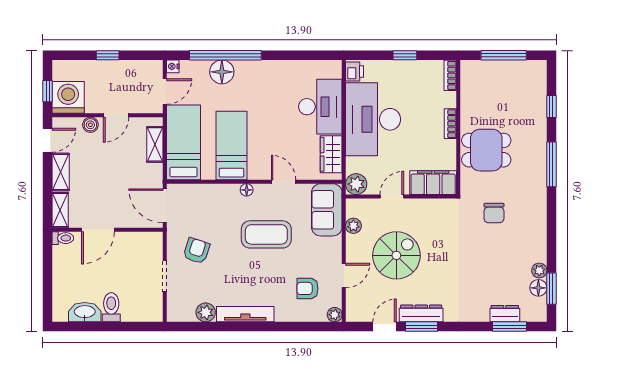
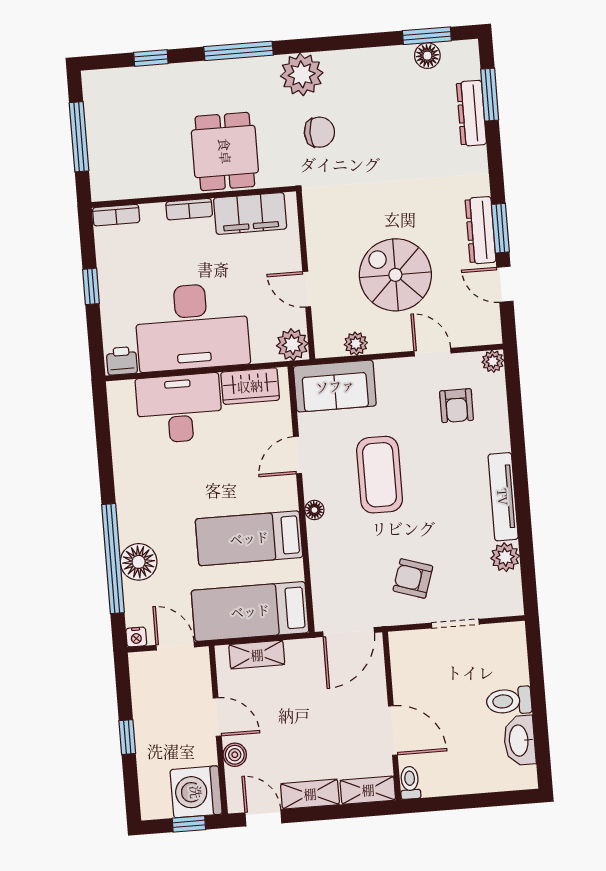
filing cabinet: (433, 183) -> (250, 213), moved, turned -90
plant: (539, 270) -> (302, 74), moved, width x1.87, depth x1.87
dresser: (505, 314) -> (471, 113), width x1.44

